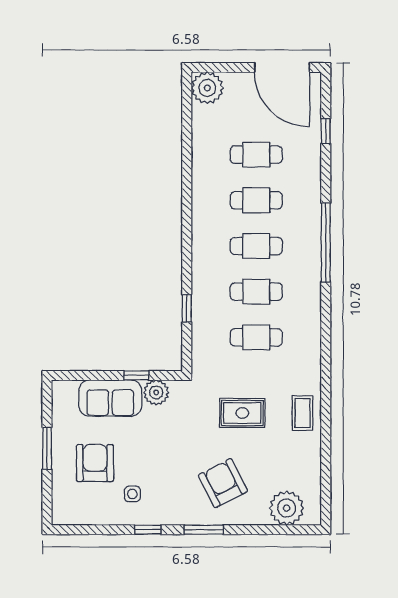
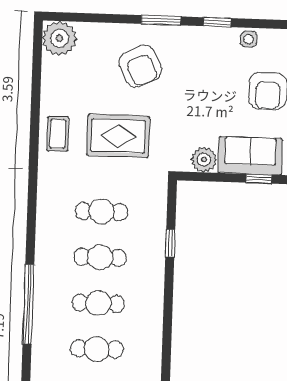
window: (136, 375) -> (259, 179), moved
rug: (242, 413) -> (118, 136), width x1.36, depth x1.43
side table: (132, 494) -> (249, 39), moved
plant: (287, 508) -> (59, 38), moved

